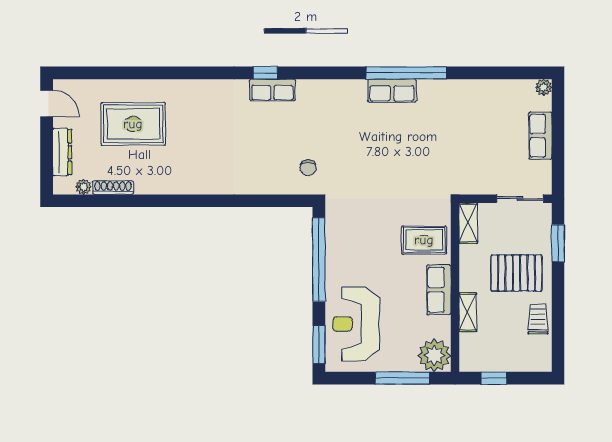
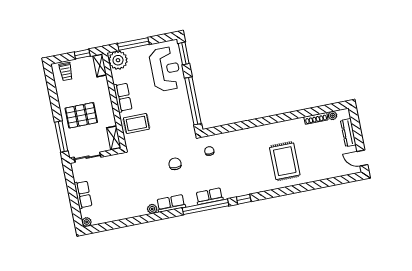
window: (406, 73) -> (206, 207), moved
plant: (426, 87) -> (152, 209), added
row of seats: (272, 90) -> (209, 196), moved
rug: (133, 124) -> (285, 161), moved, turned 90
chair: (371, 157) -> (175, 164), added
window: (558, 243) -> (61, 136), width x1.44
shelving: (468, 312) -> (100, 65), moved
trolley: (538, 319) -> (66, 72), moved

